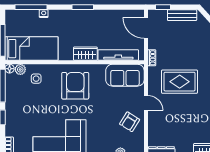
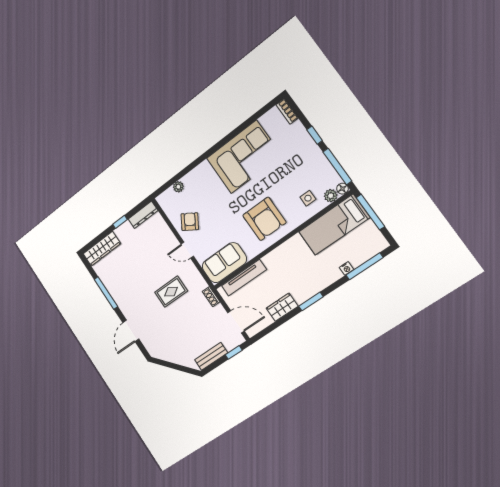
wardrobe: (85, 54) -> (282, 307), moved, turned 180
rug: (180, 82) -> (171, 292), width x0.73, depth x0.70

